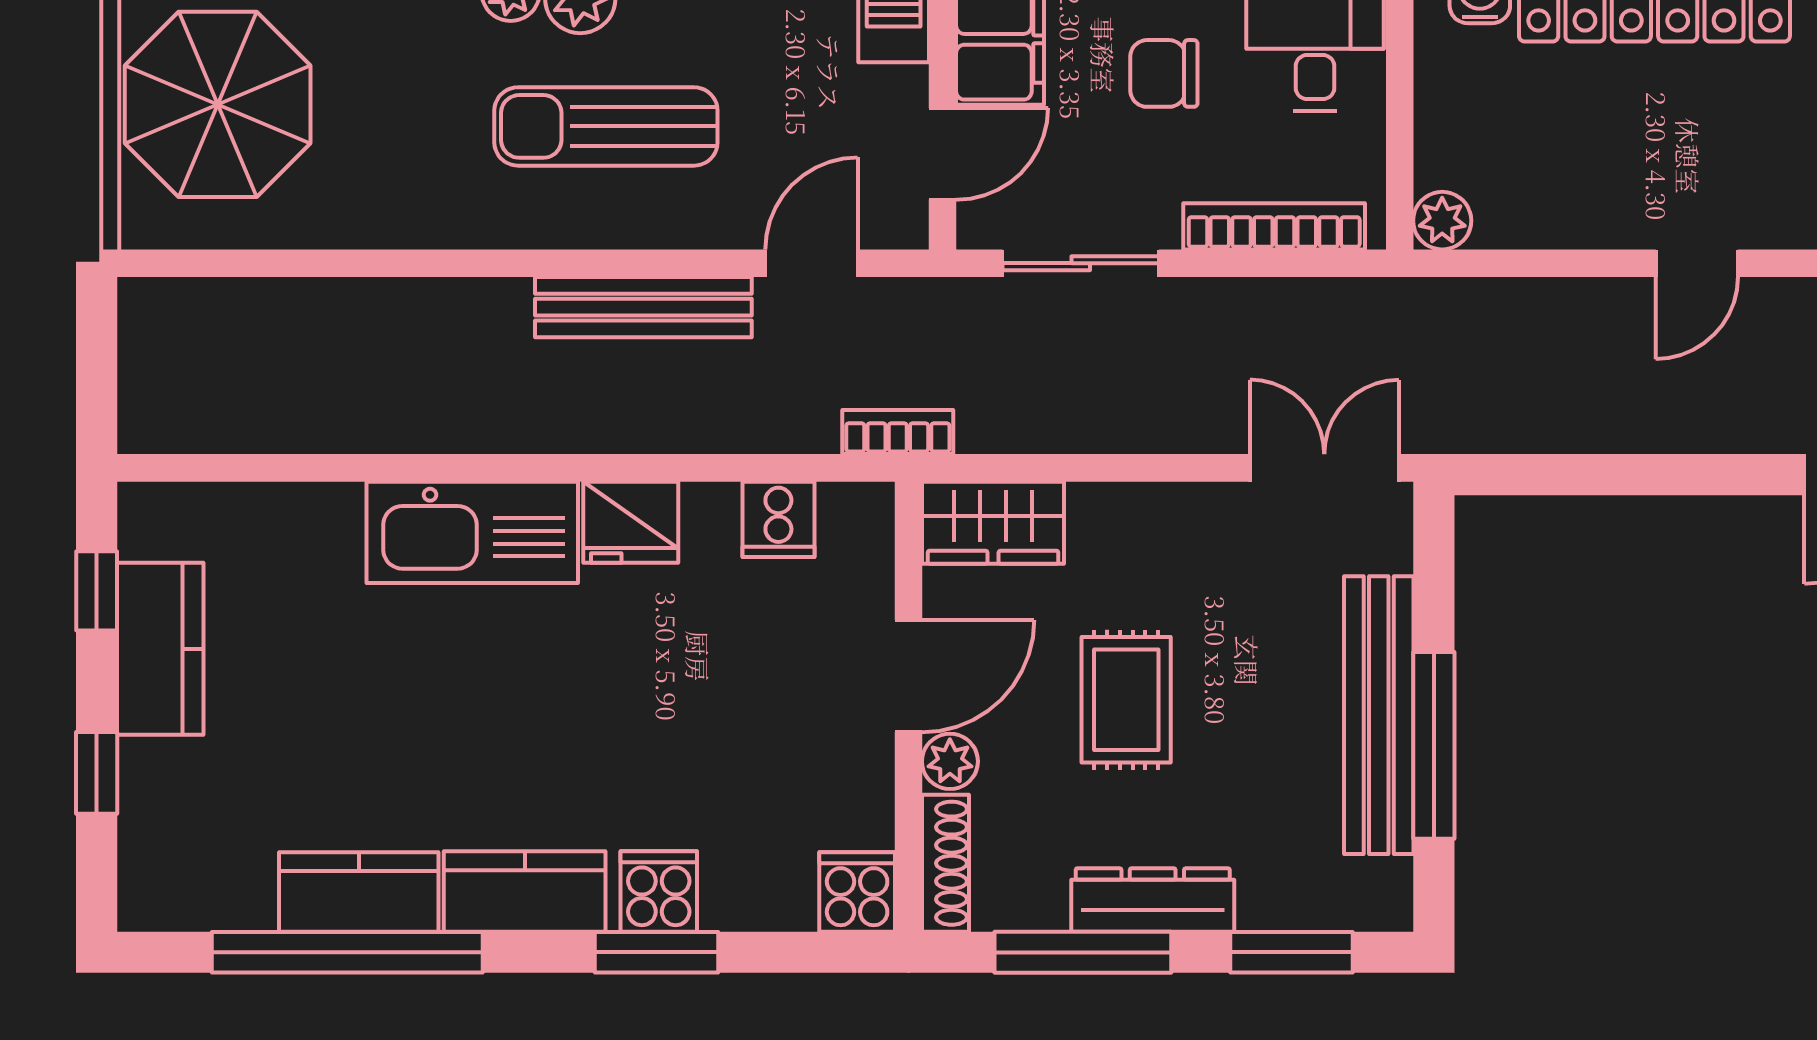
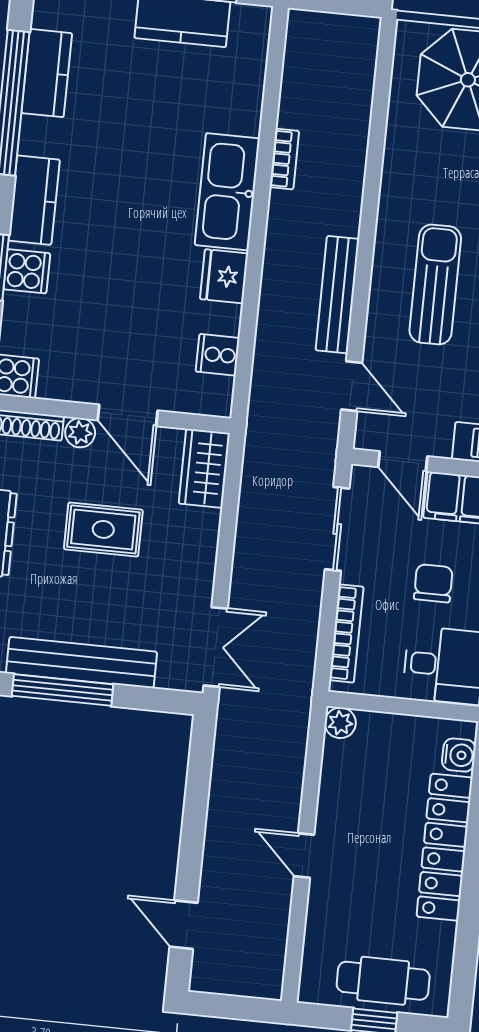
bookcase: (898, 432) -> (284, 159), moved
kitchen counter: (359, 892) -> (47, 73), moved

